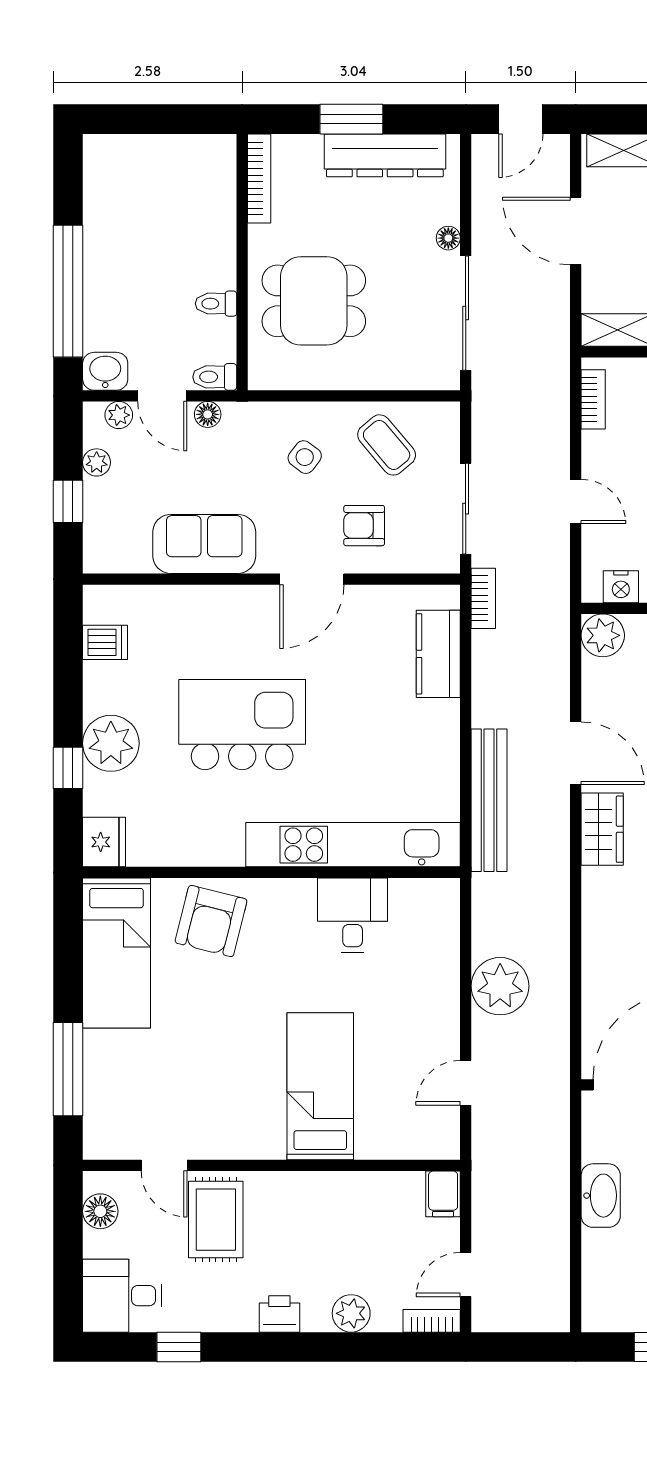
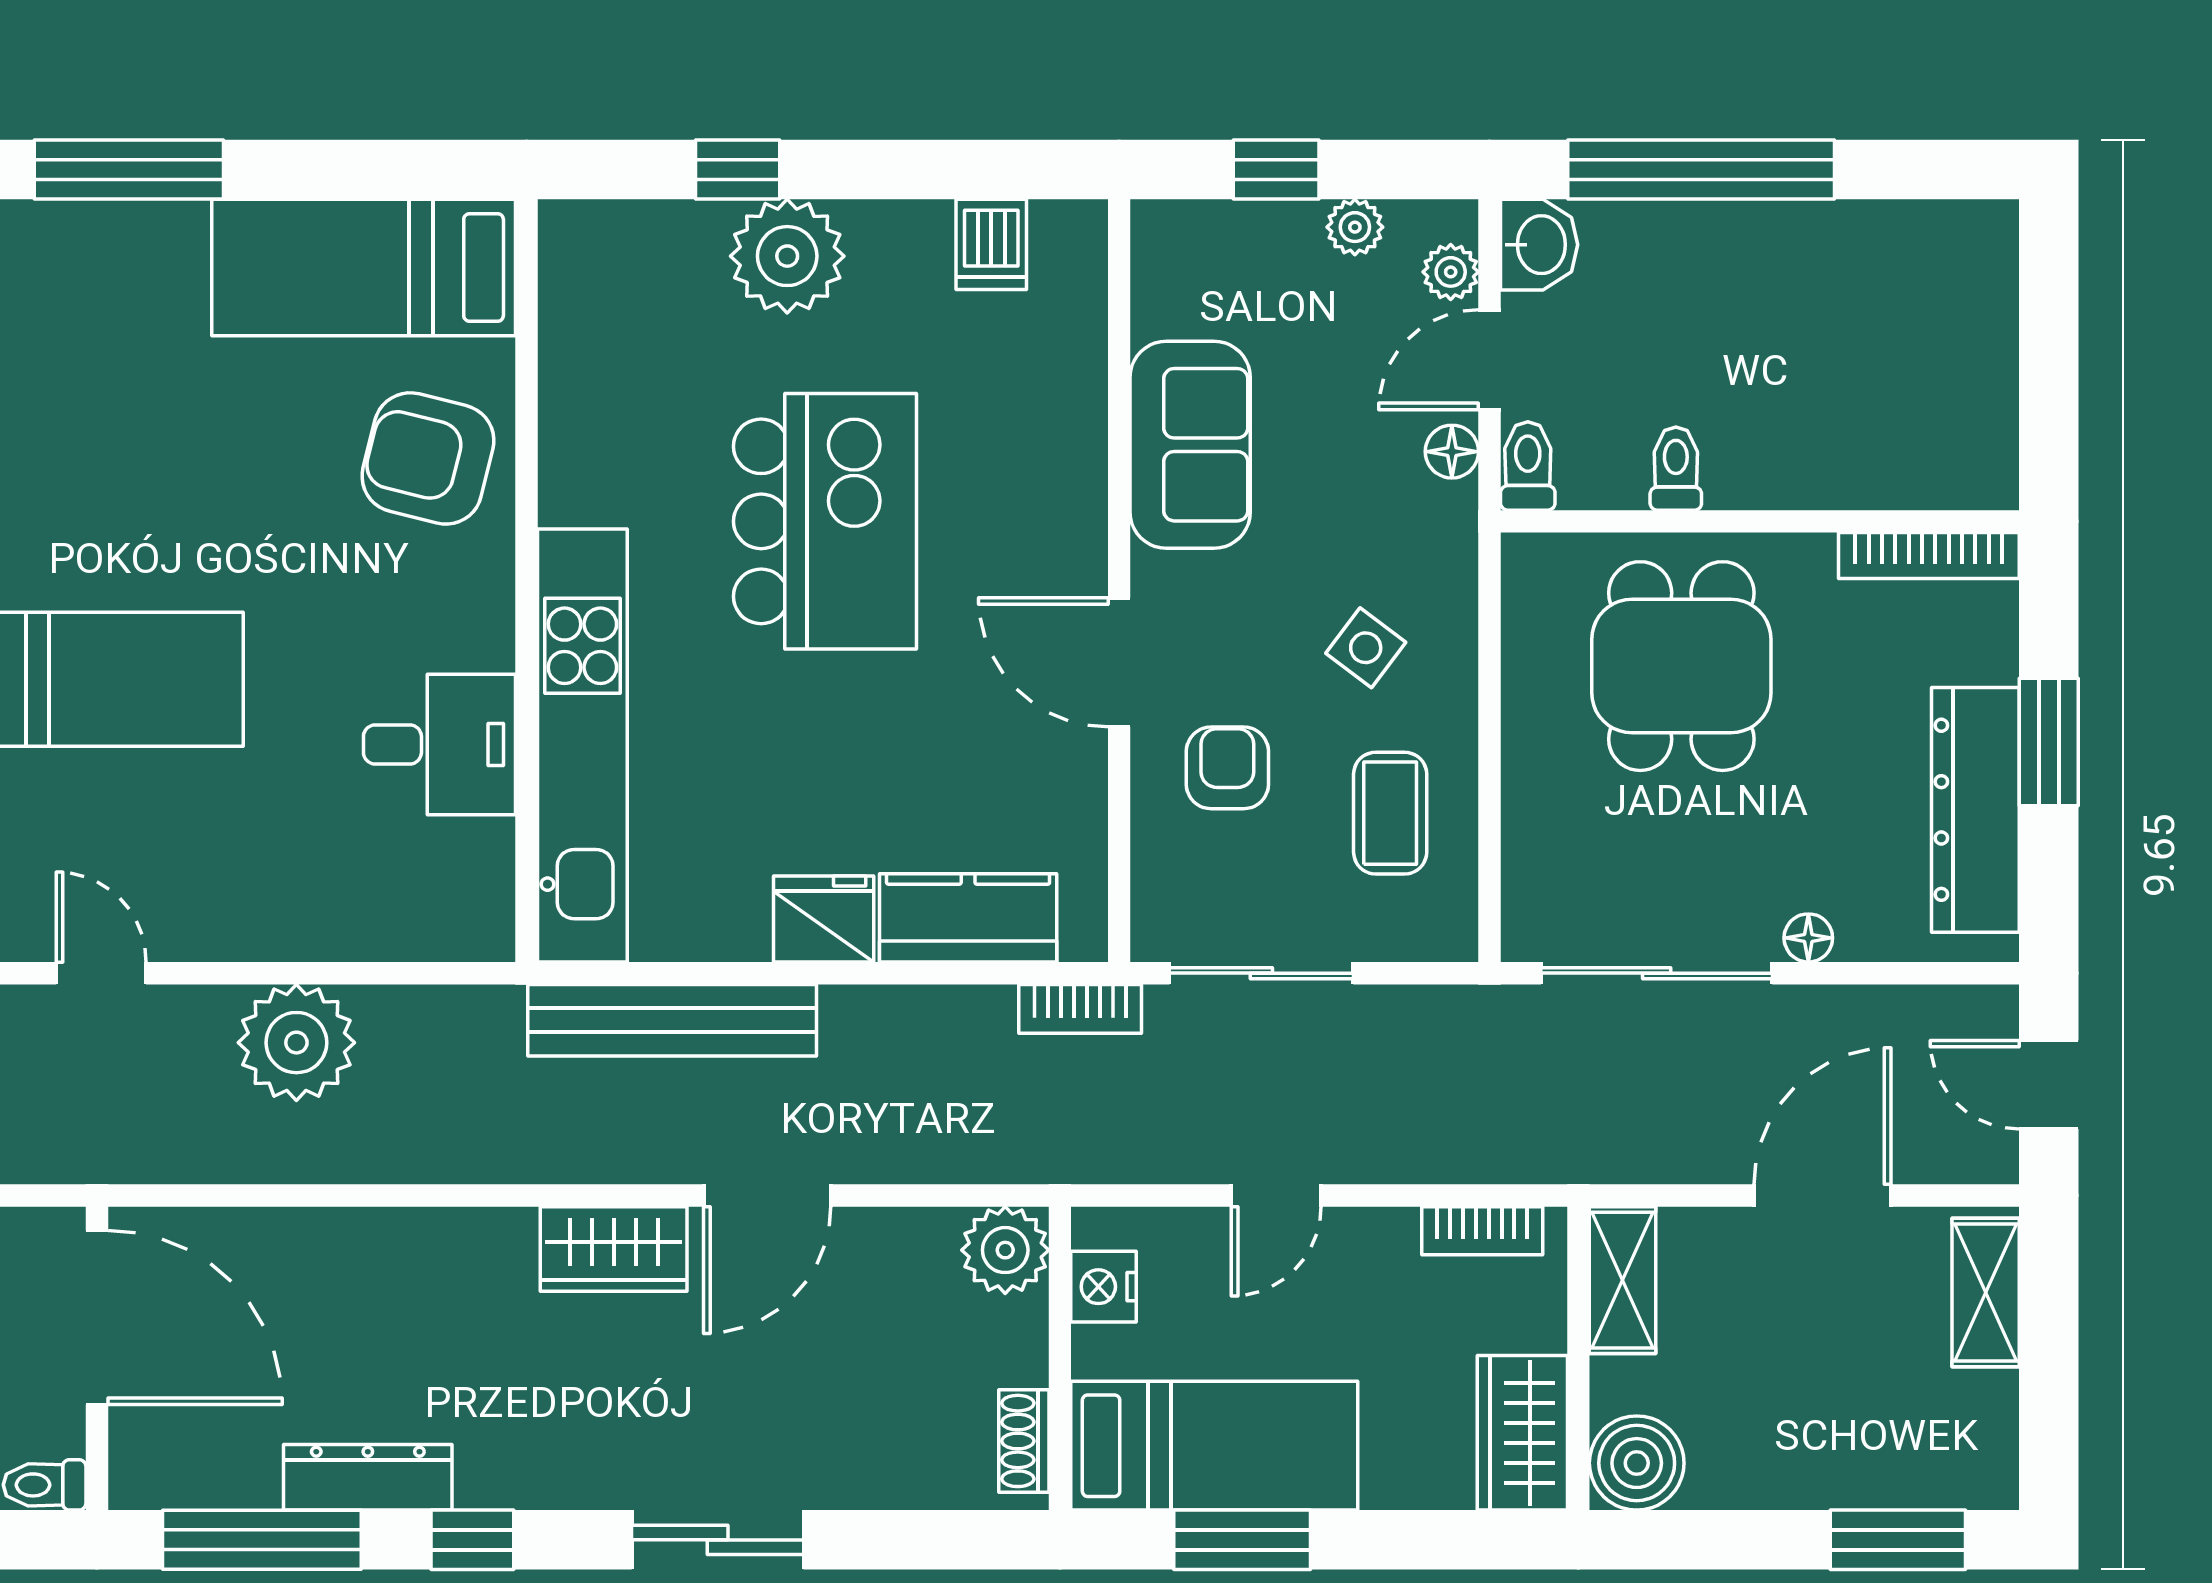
coffee table: (387, 445) -> (1390, 813), turned -50
fridge: (104, 842) -> (824, 919), moved, turned 180

